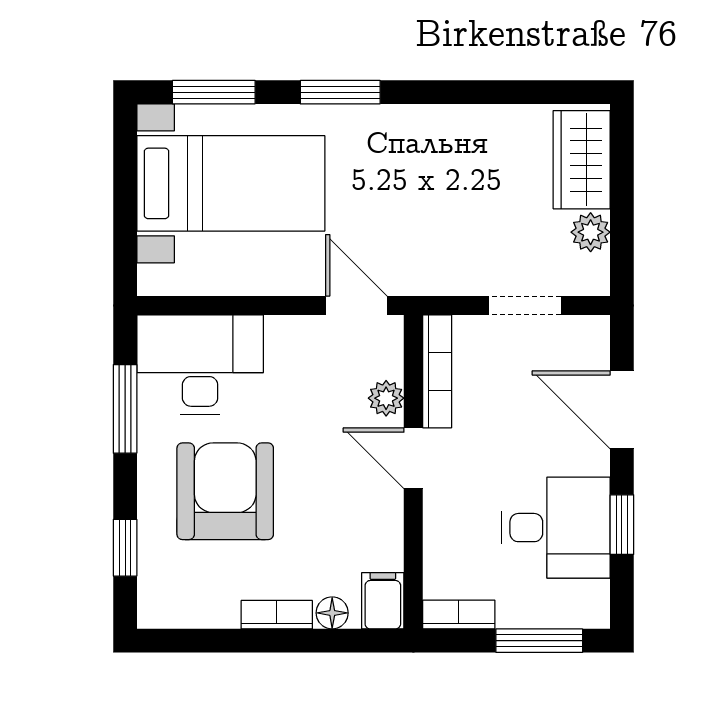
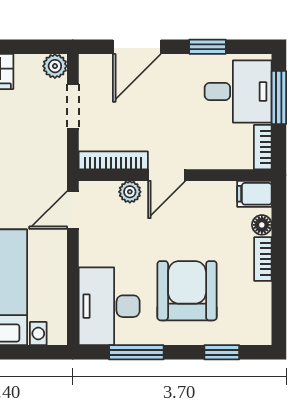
plant: (591, 232) -> (55, 66), moved
armchair: (225, 491) -> (187, 291), turned 90
desk: (556, 528) -> (238, 92), moved, turned 90

